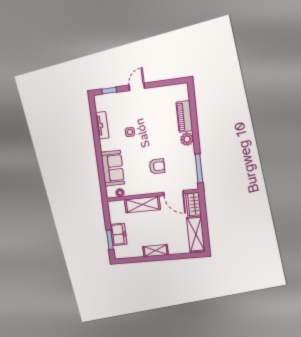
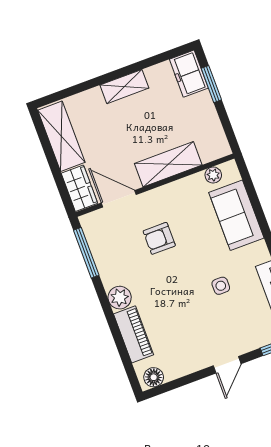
floor lamp: (179, 89) -> (154, 377), added
freezer: (119, 234) -> (189, 74), moved

